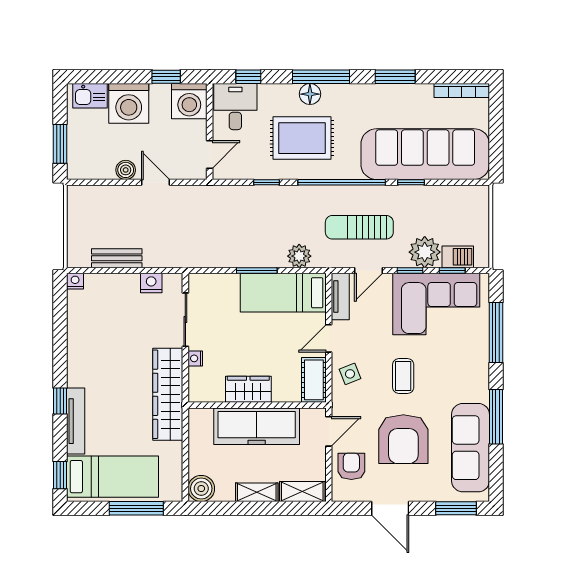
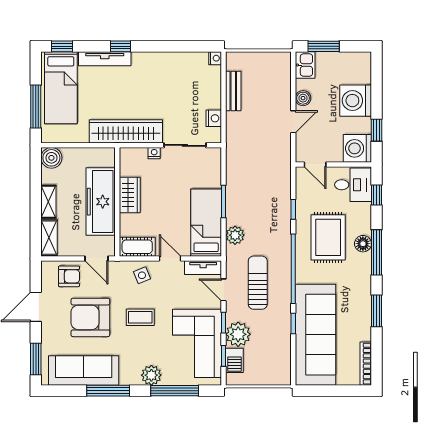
kitchen sink: (90, 96) -> (305, 65), moved, turned 180
plant: (477, 362) -> (151, 375), added

